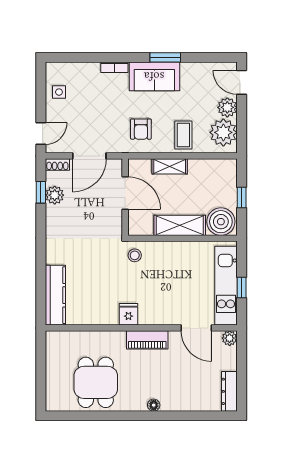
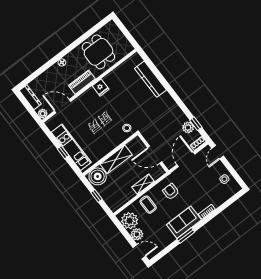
fridge: (128, 314) -> (101, 88), moved
wall: (141, 328) -> (89, 86), moved
door: (196, 328) -> (63, 106), moved
plant: (230, 338) -> (43, 114), moved
piano: (147, 340) -> (82, 82), moved

